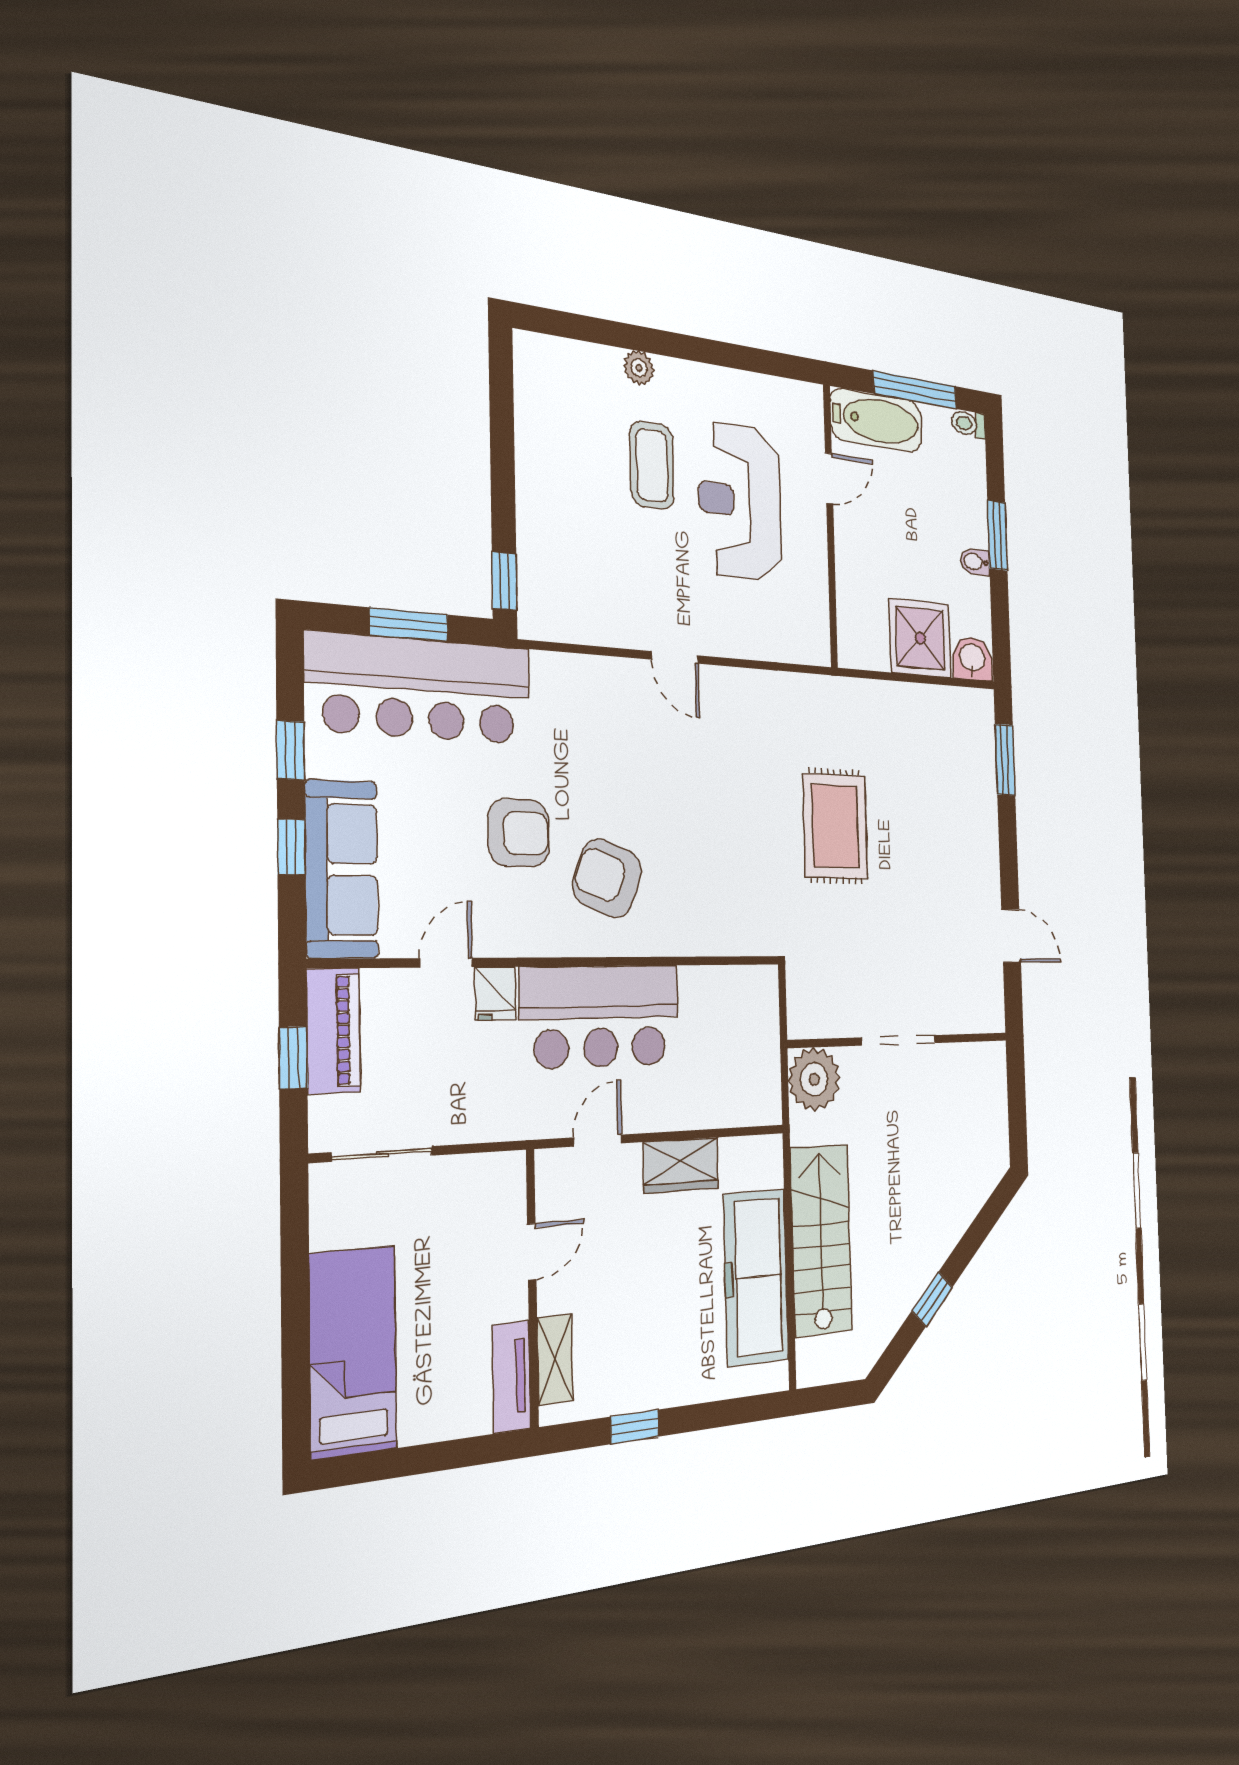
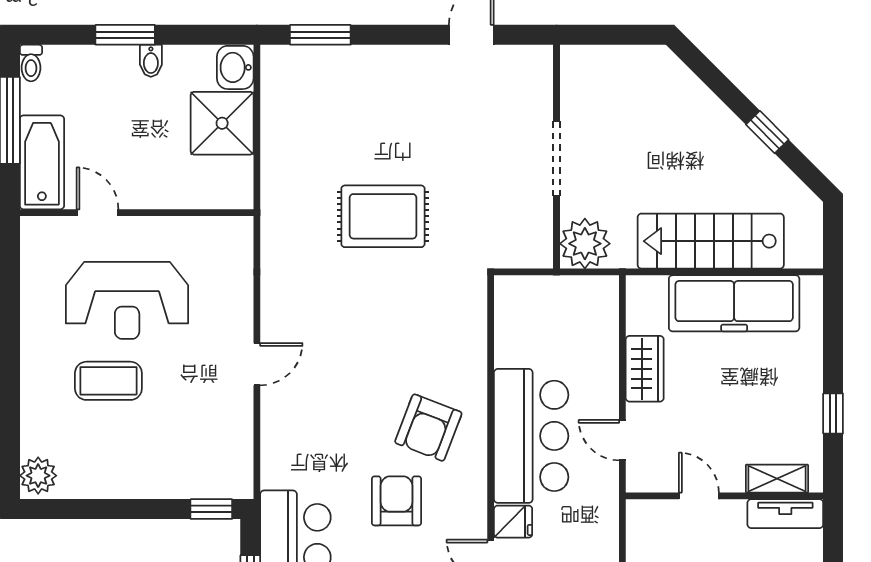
plant: (639, 368) -> (38, 476), moved, width x1.38, depth x1.38

